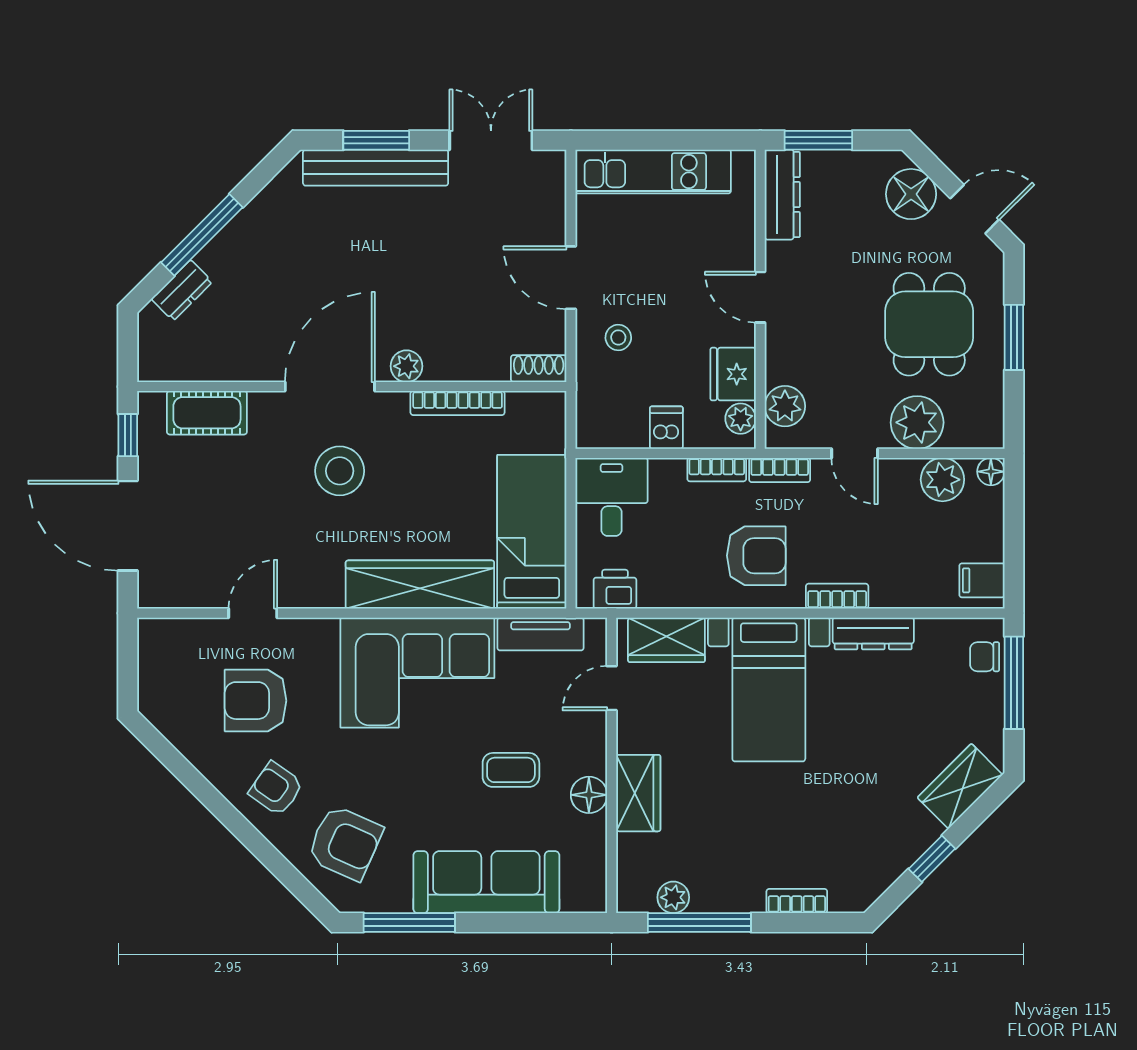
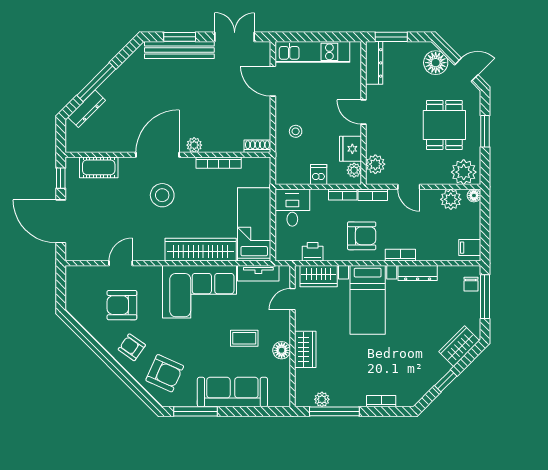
door: (571, 278) -> (273, 81), moved
dresser: (182, 290) -> (87, 109), width x1.44
plant: (917, 422) -> (464, 172), moved
printer: (615, 589) -> (313, 252), moved
chair: (985, 657) -> (471, 284), turned -90

